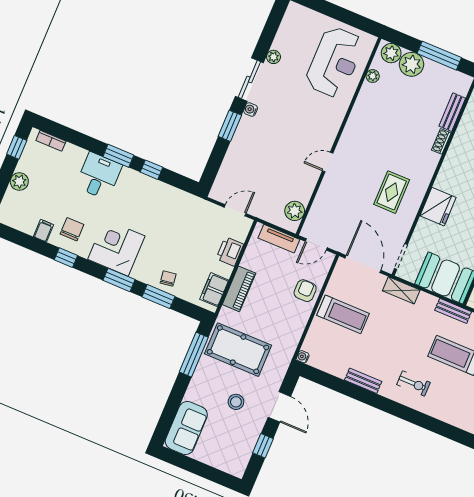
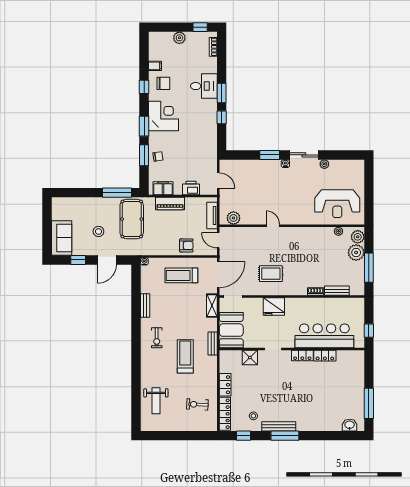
treadmill: (343, 314) -> (181, 275), turned 90
sofa: (186, 428) -> (62, 238), moved, turned -90

